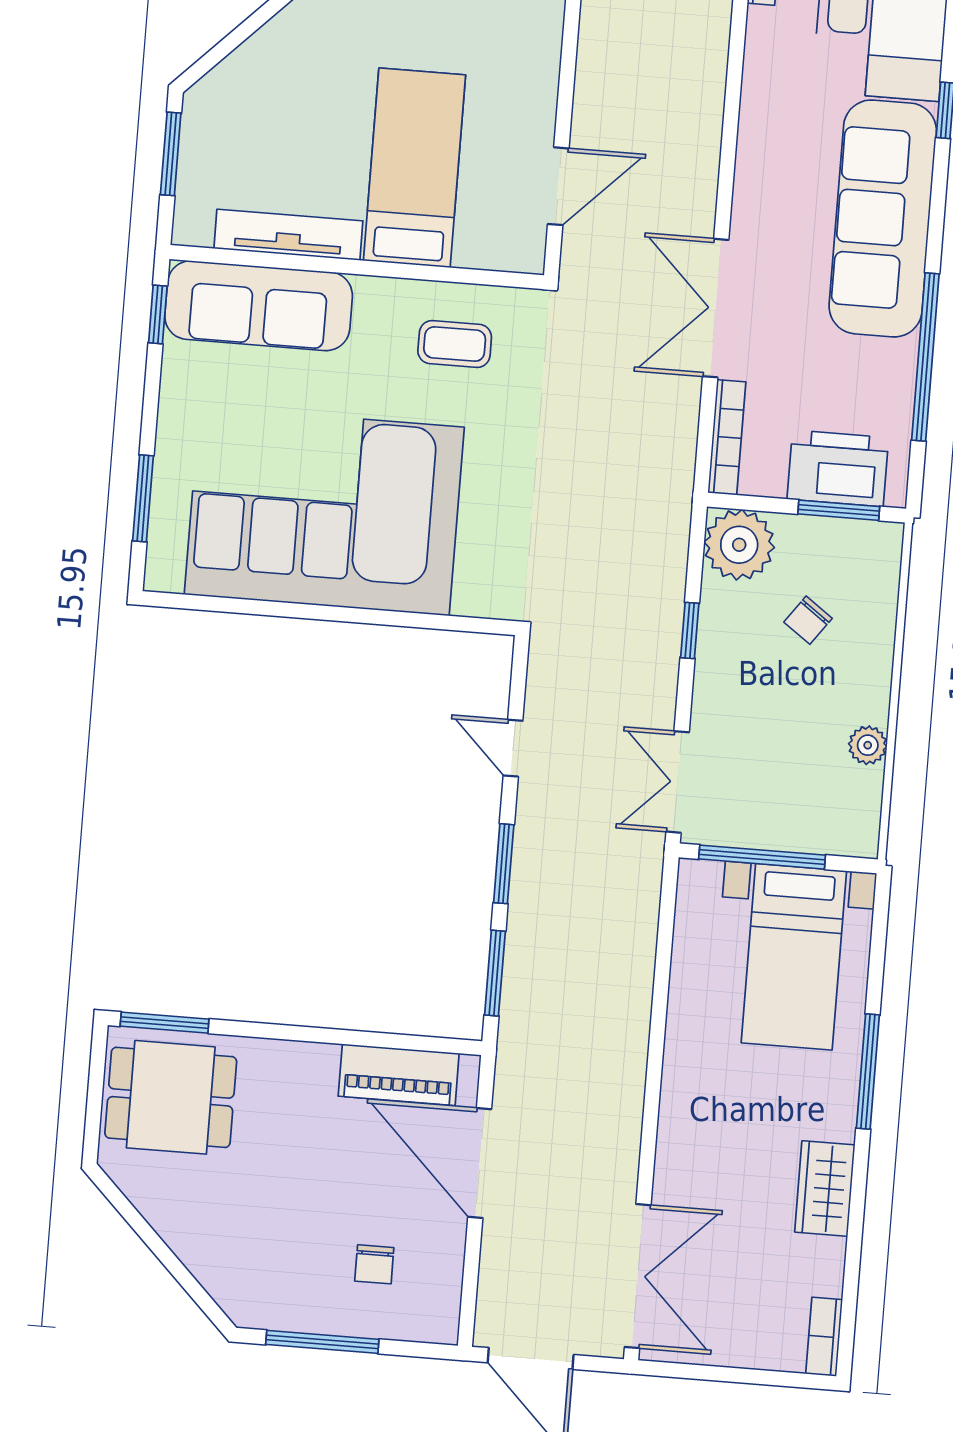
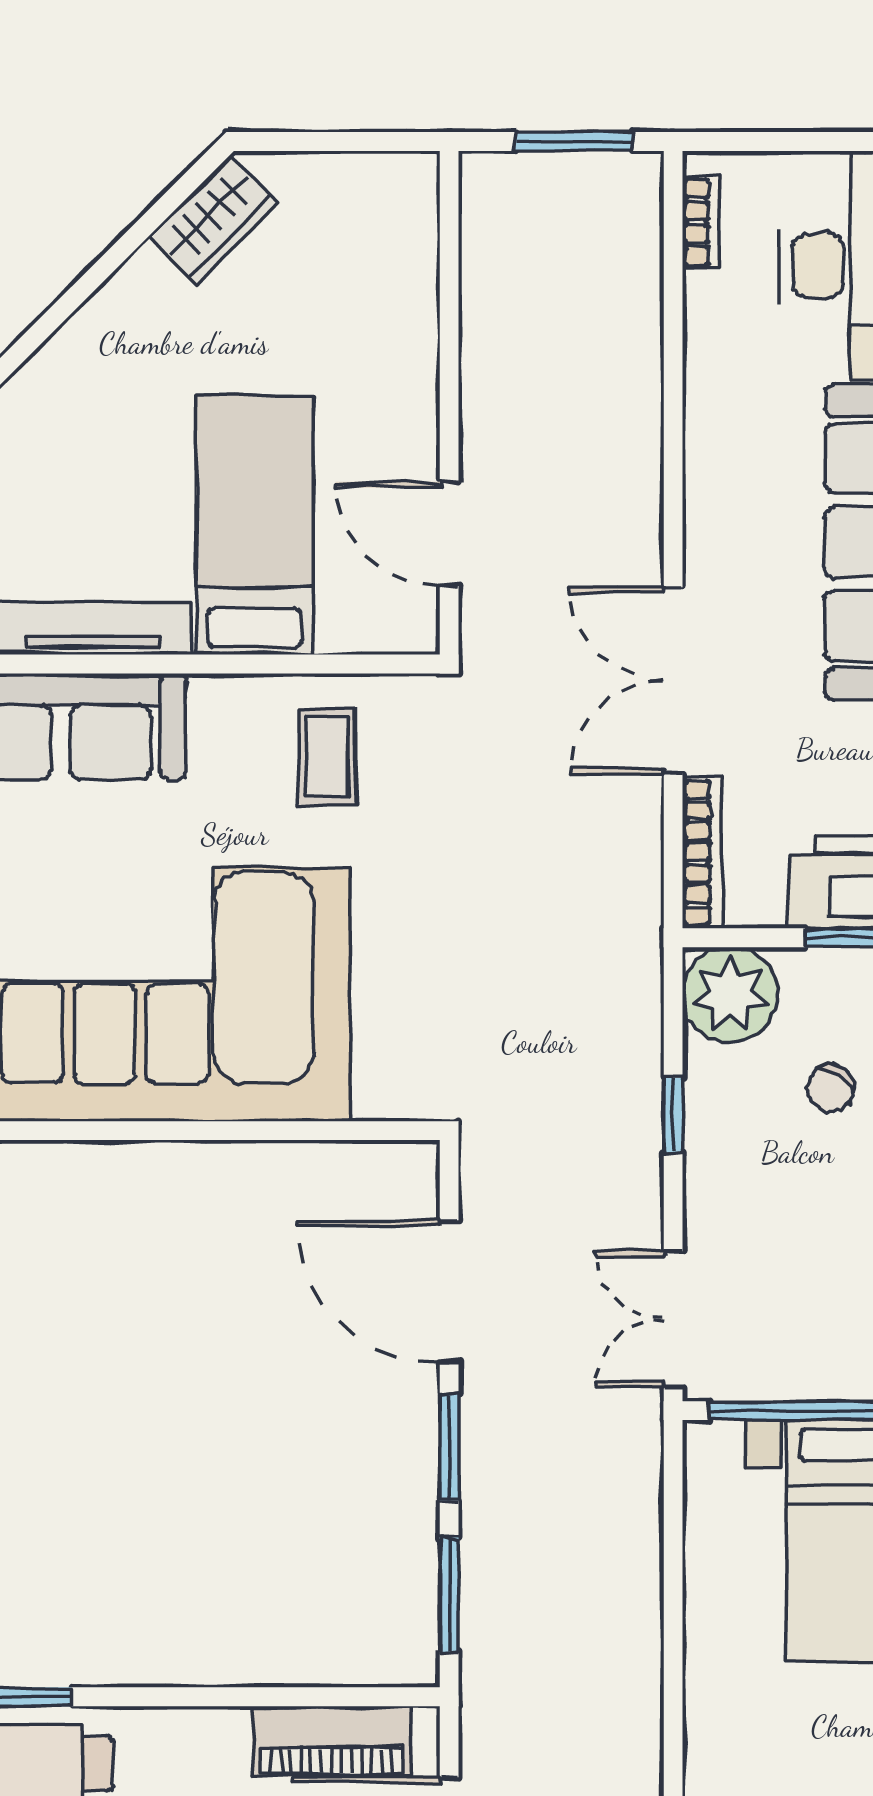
door: (558, 186) -> (449, 534), swing flipped
coffee table: (455, 344) -> (327, 757), turned 90
door: (513, 748) -> (449, 1292), width x1.87

